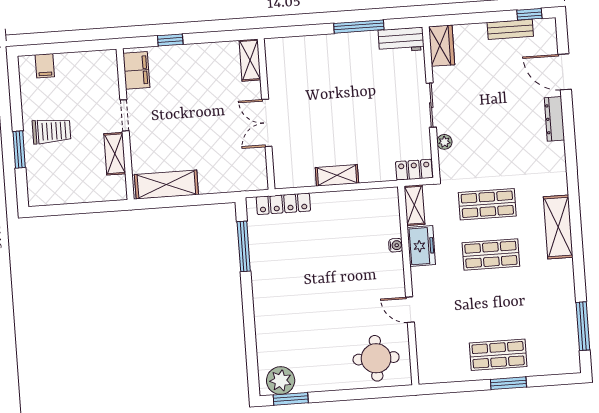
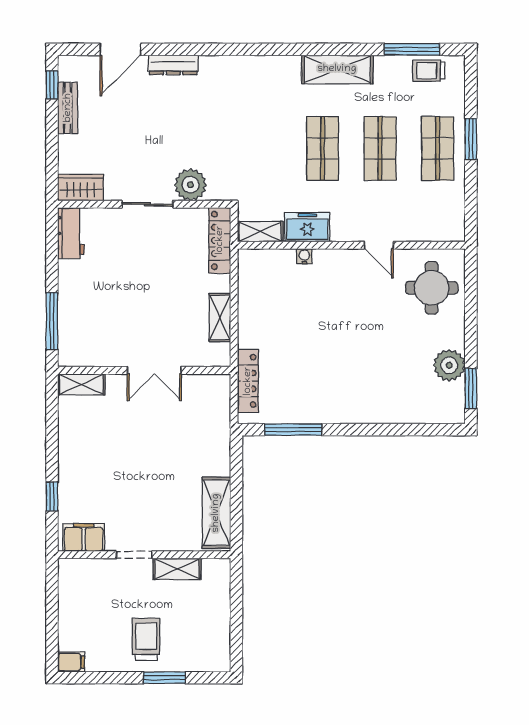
window: (359, 27) -> (52, 321), moved
shelving: (250, 60) -> (81, 384), moved
filing cabinet: (45, 66) -> (71, 662), moved
wall: (266, 114) -> (144, 370), moved
double door: (267, 123) -> (154, 370), moved
plant: (444, 142) -> (190, 185), width x1.87, depth x1.87
locker: (414, 170) -> (220, 240), width x1.53
shop shelf: (487, 204) -> (380, 148), moved
shelving: (558, 227) -> (337, 69), moved
door: (410, 310) -> (379, 245), hinge flipped
trolley: (565, 342) -> (429, 71), added
plant: (281, 381) -> (449, 365), moved

